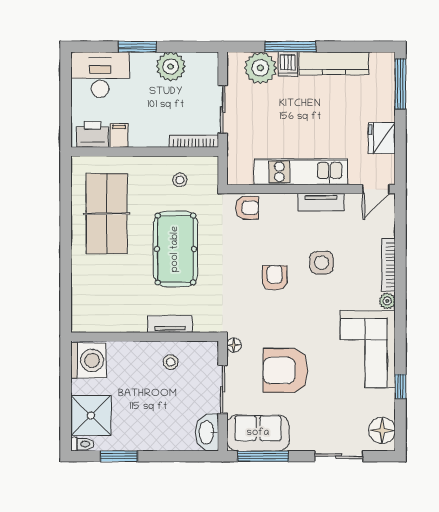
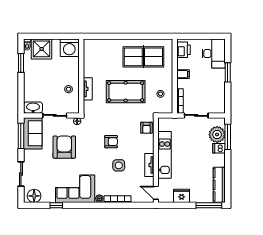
window: (290, 47) -> (228, 137), moved
kitchen counter: (334, 63) -> (219, 185), moved
plant: (171, 67) -> (218, 89), removed
filing cabinet: (119, 135) -> (183, 74), moved

